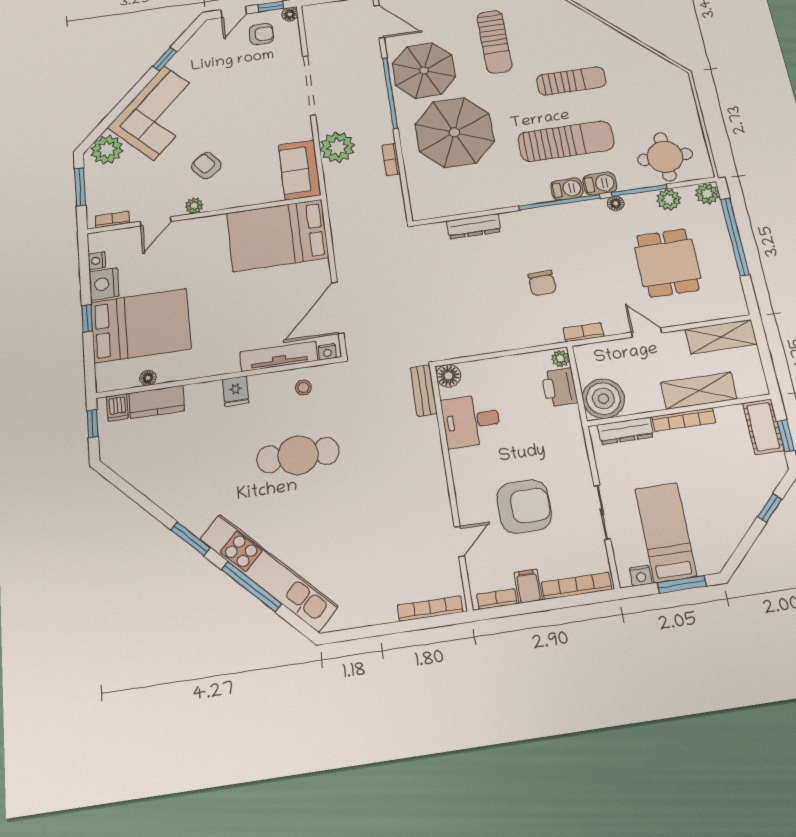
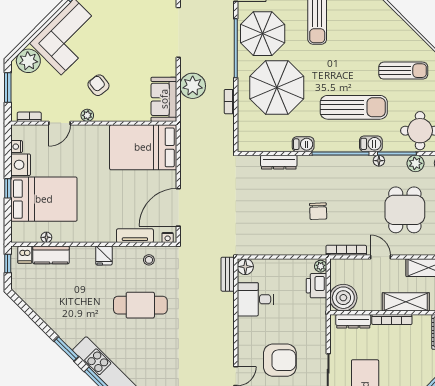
sun lounger: (571, 81) -> (403, 71), moved
barbecue: (567, 189) -> (303, 144), moved
bookcase: (583, 332) -> (346, 250), width x1.56
tv unit: (279, 356) -> (135, 236), width x0.71

